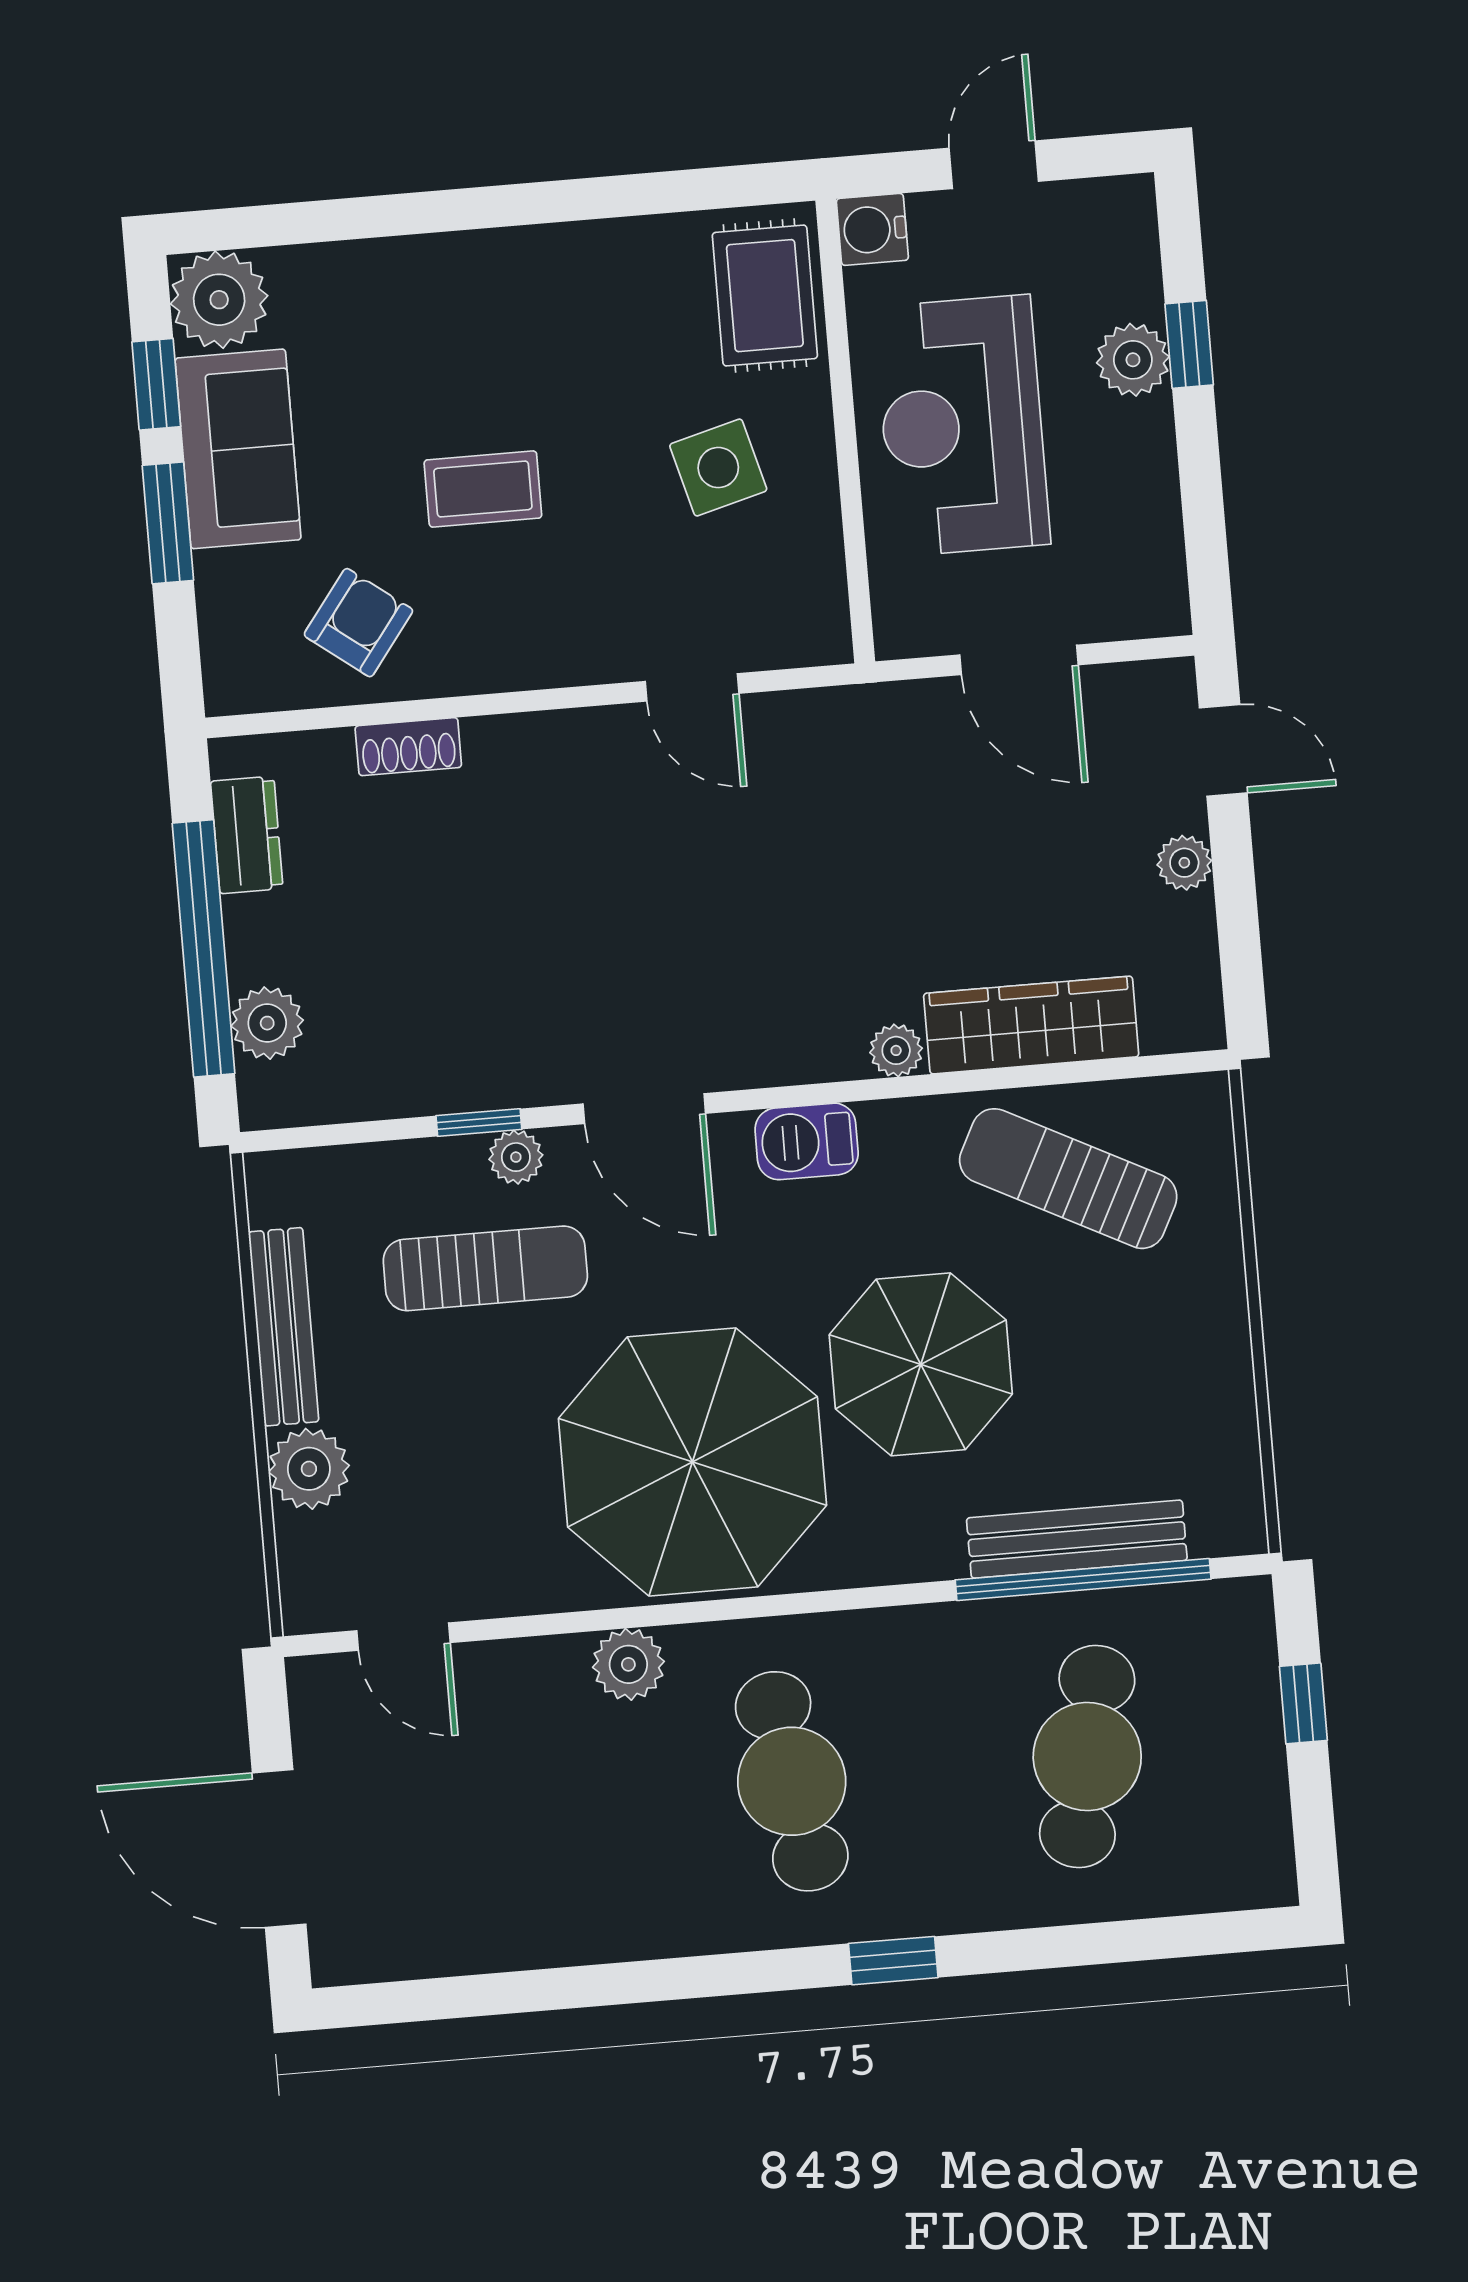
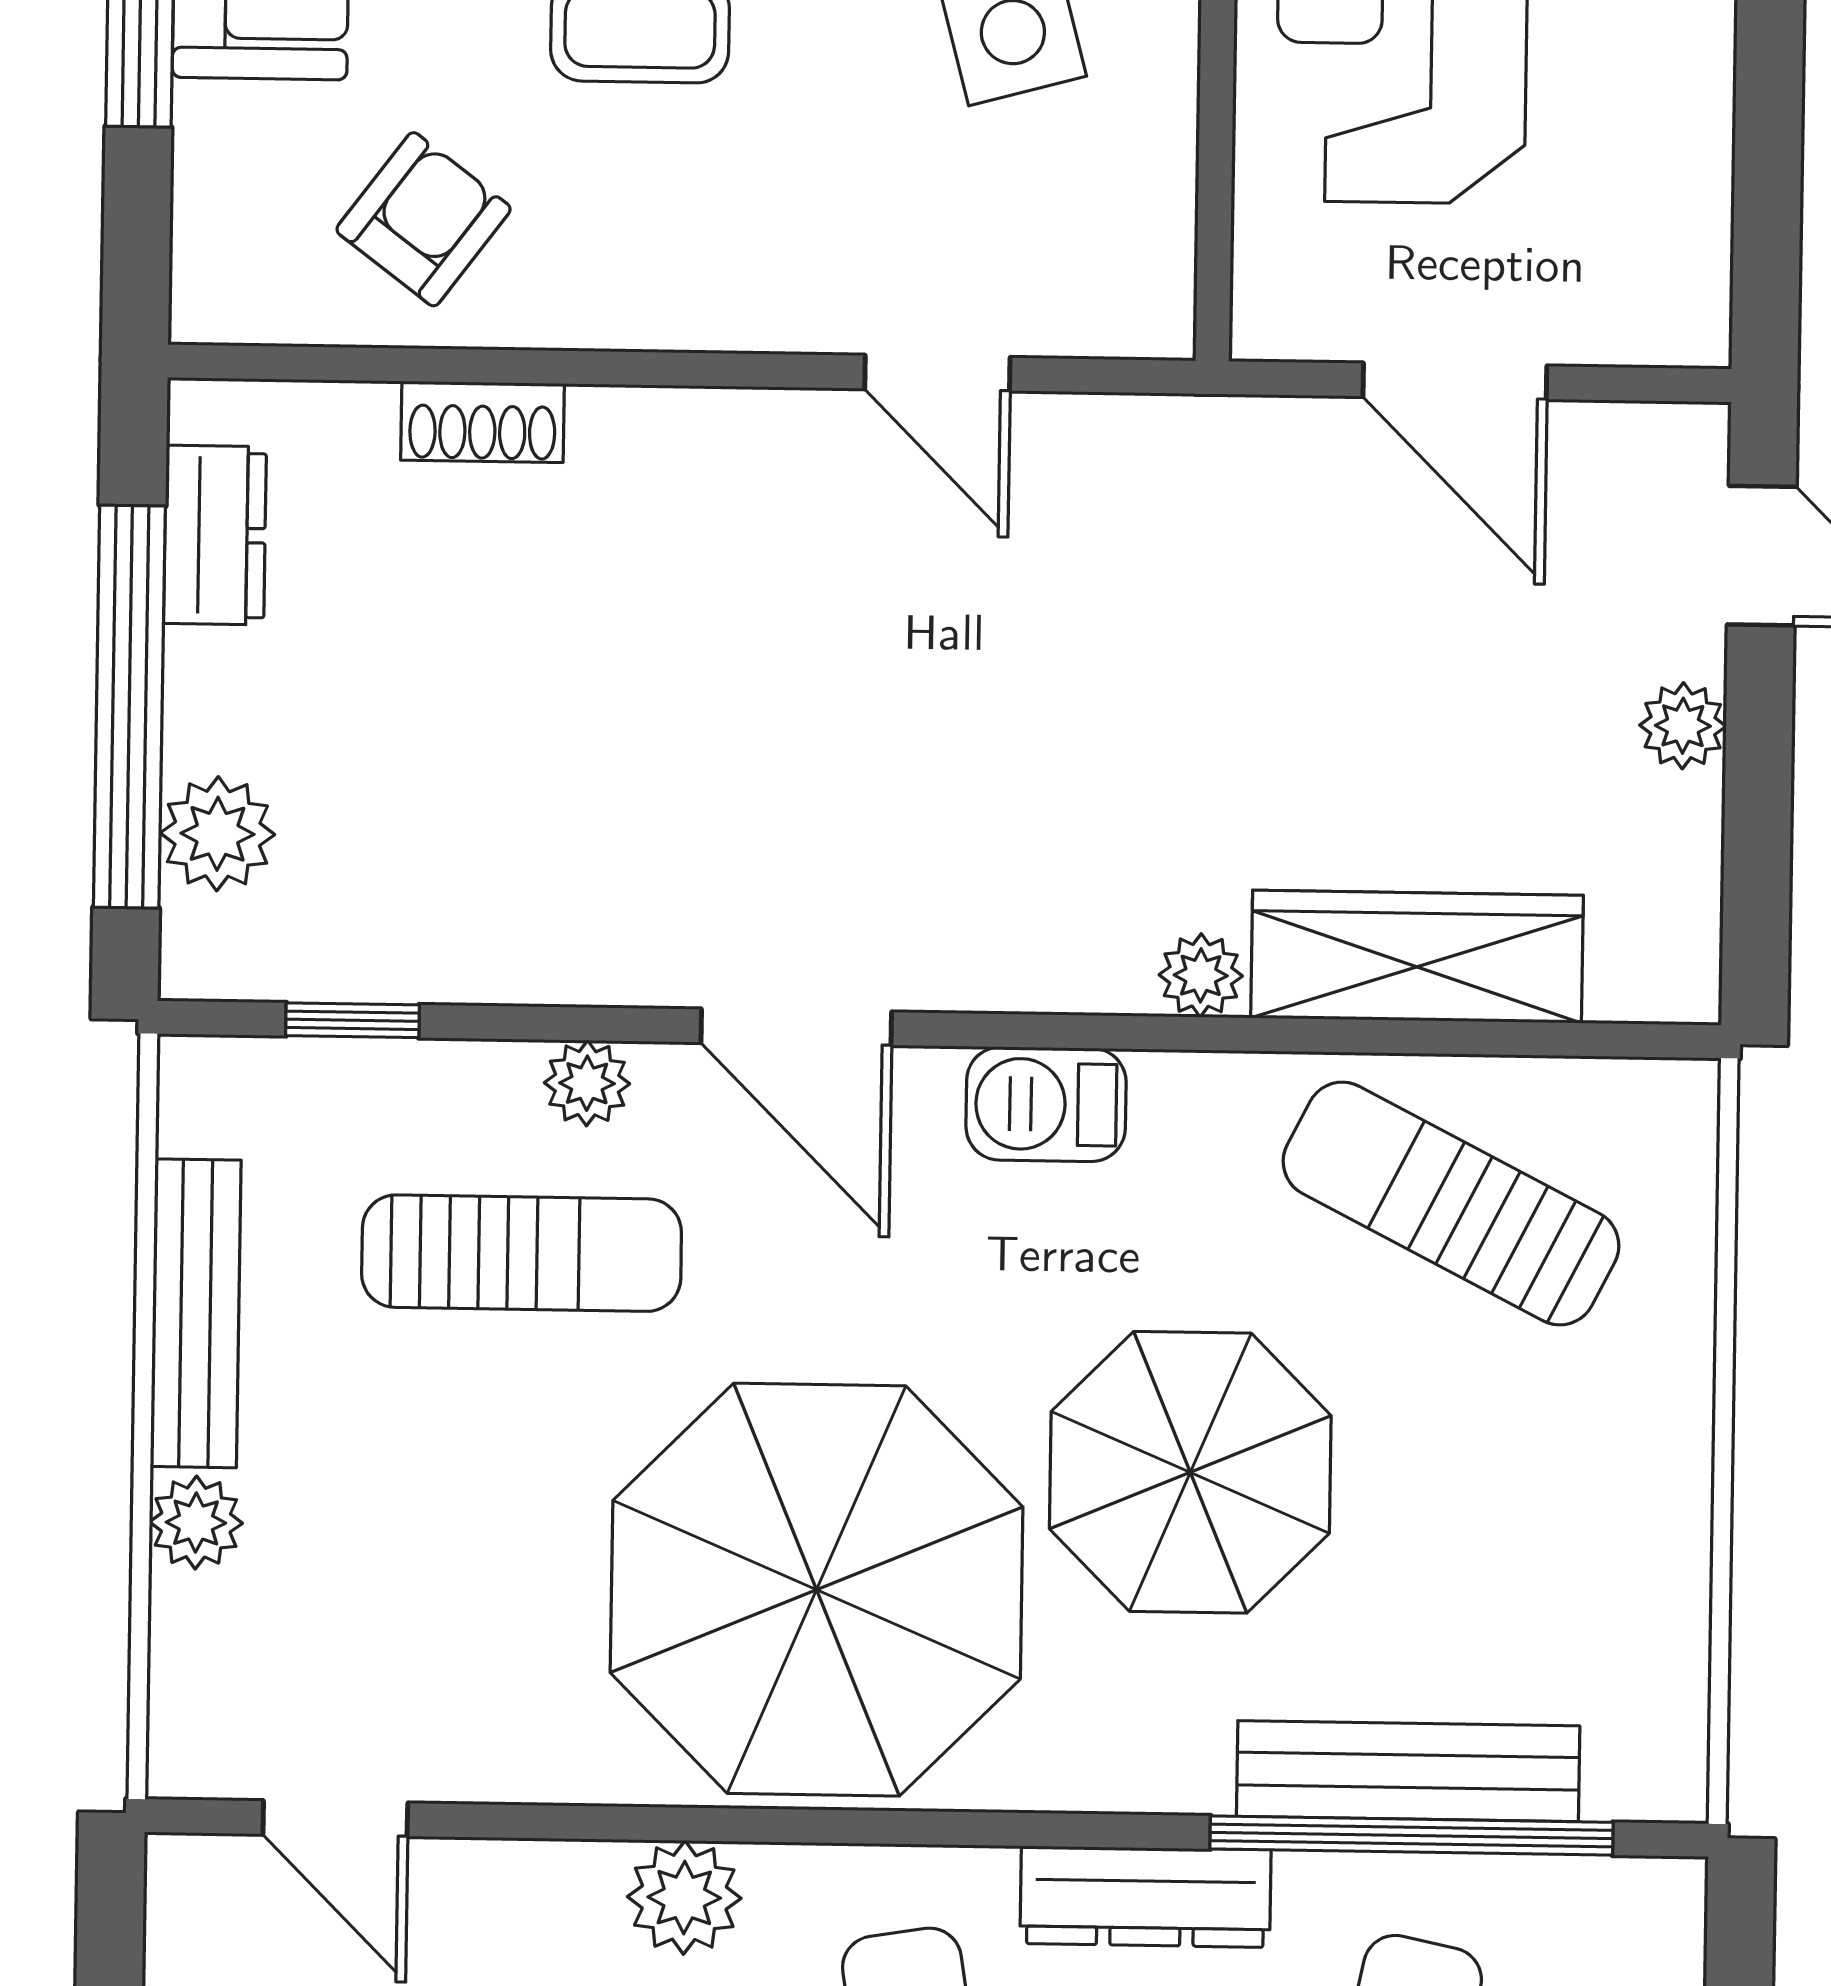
window: (479, 1123) -> (353, 1020), moved
plant: (309, 1469) -> (196, 1523), width x0.73, depth x0.73
dresser: (919, 1635) -> (1145, 1897), added

